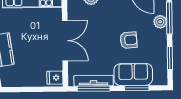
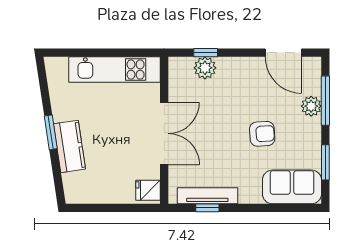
sofa: (133, 74) -> (292, 187), moved
window: (137, 88) -> (274, 208), removed
window: (94, 89) -> (207, 208), width x0.46

